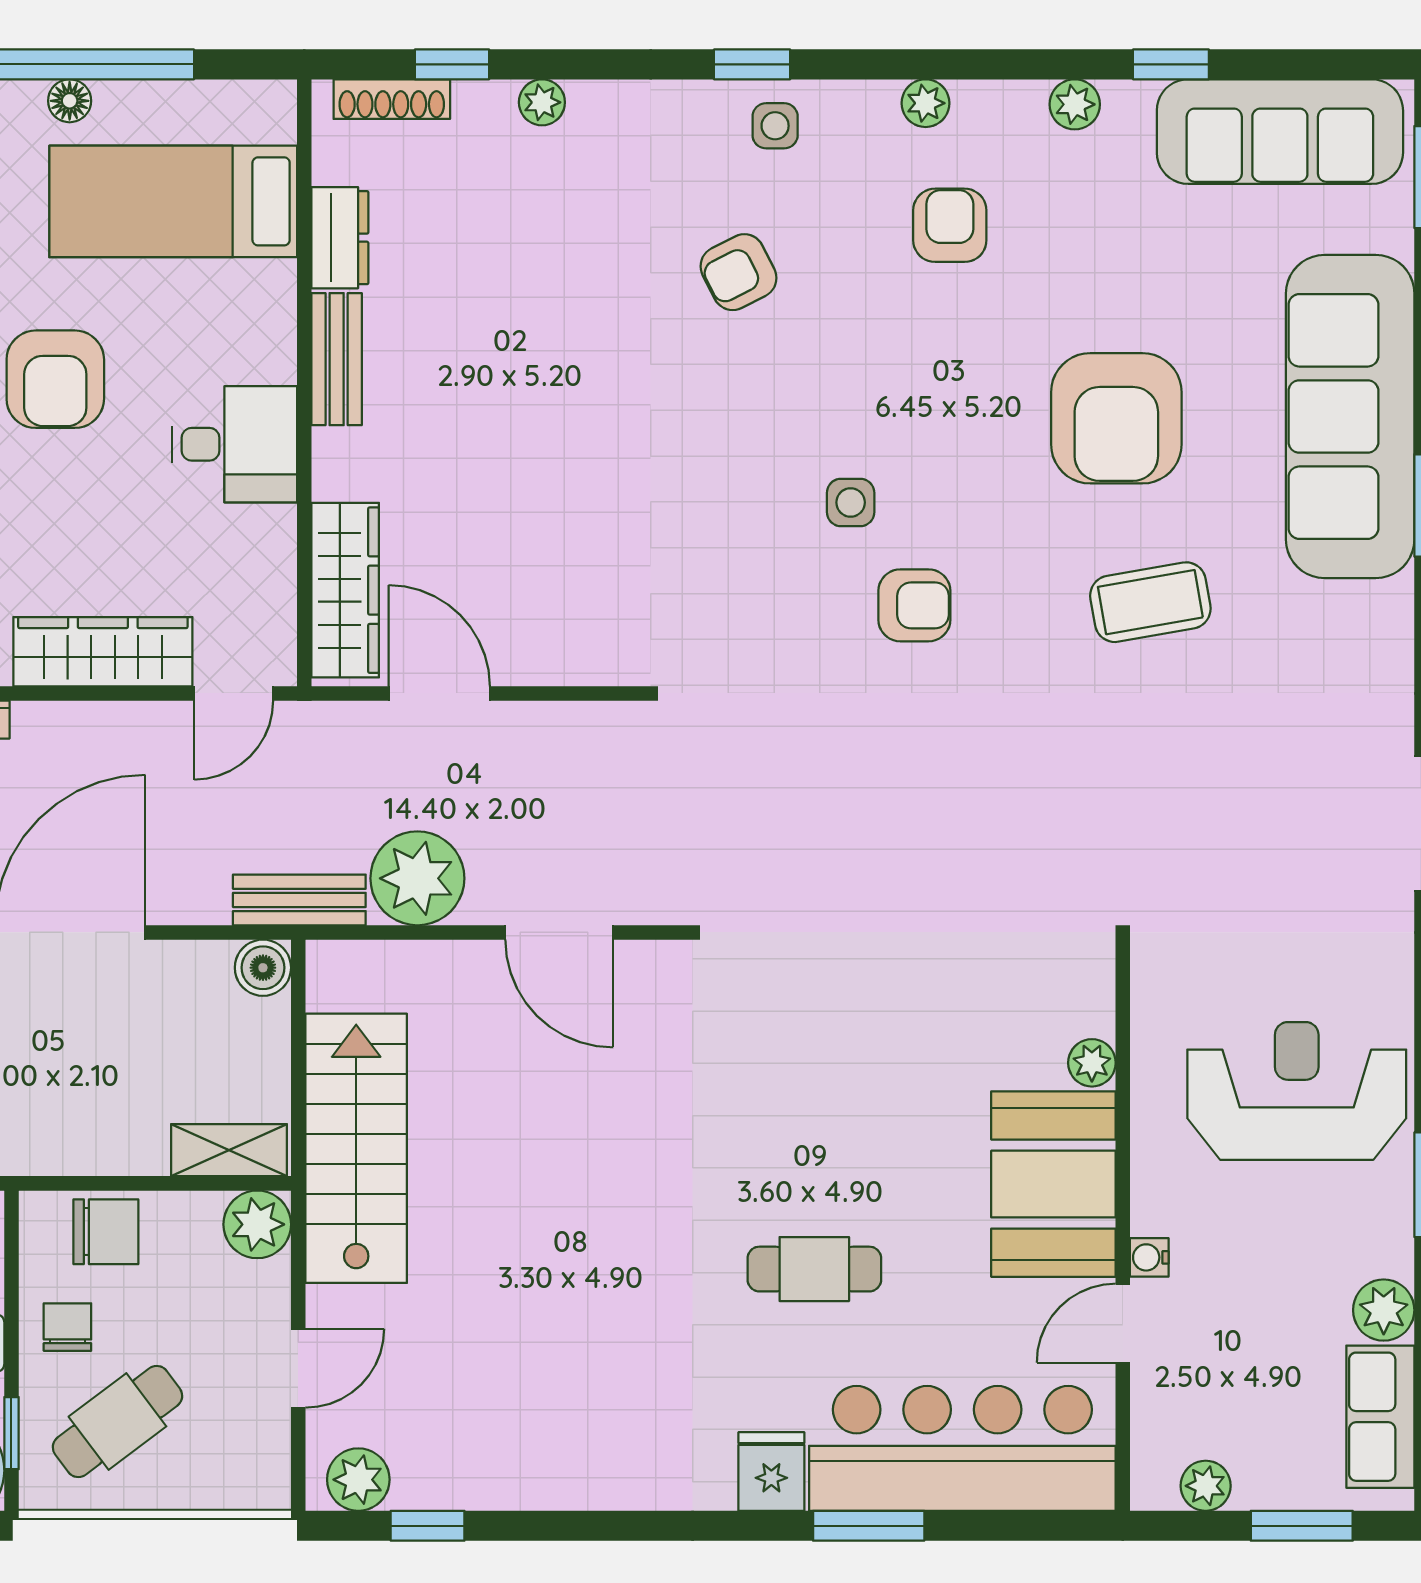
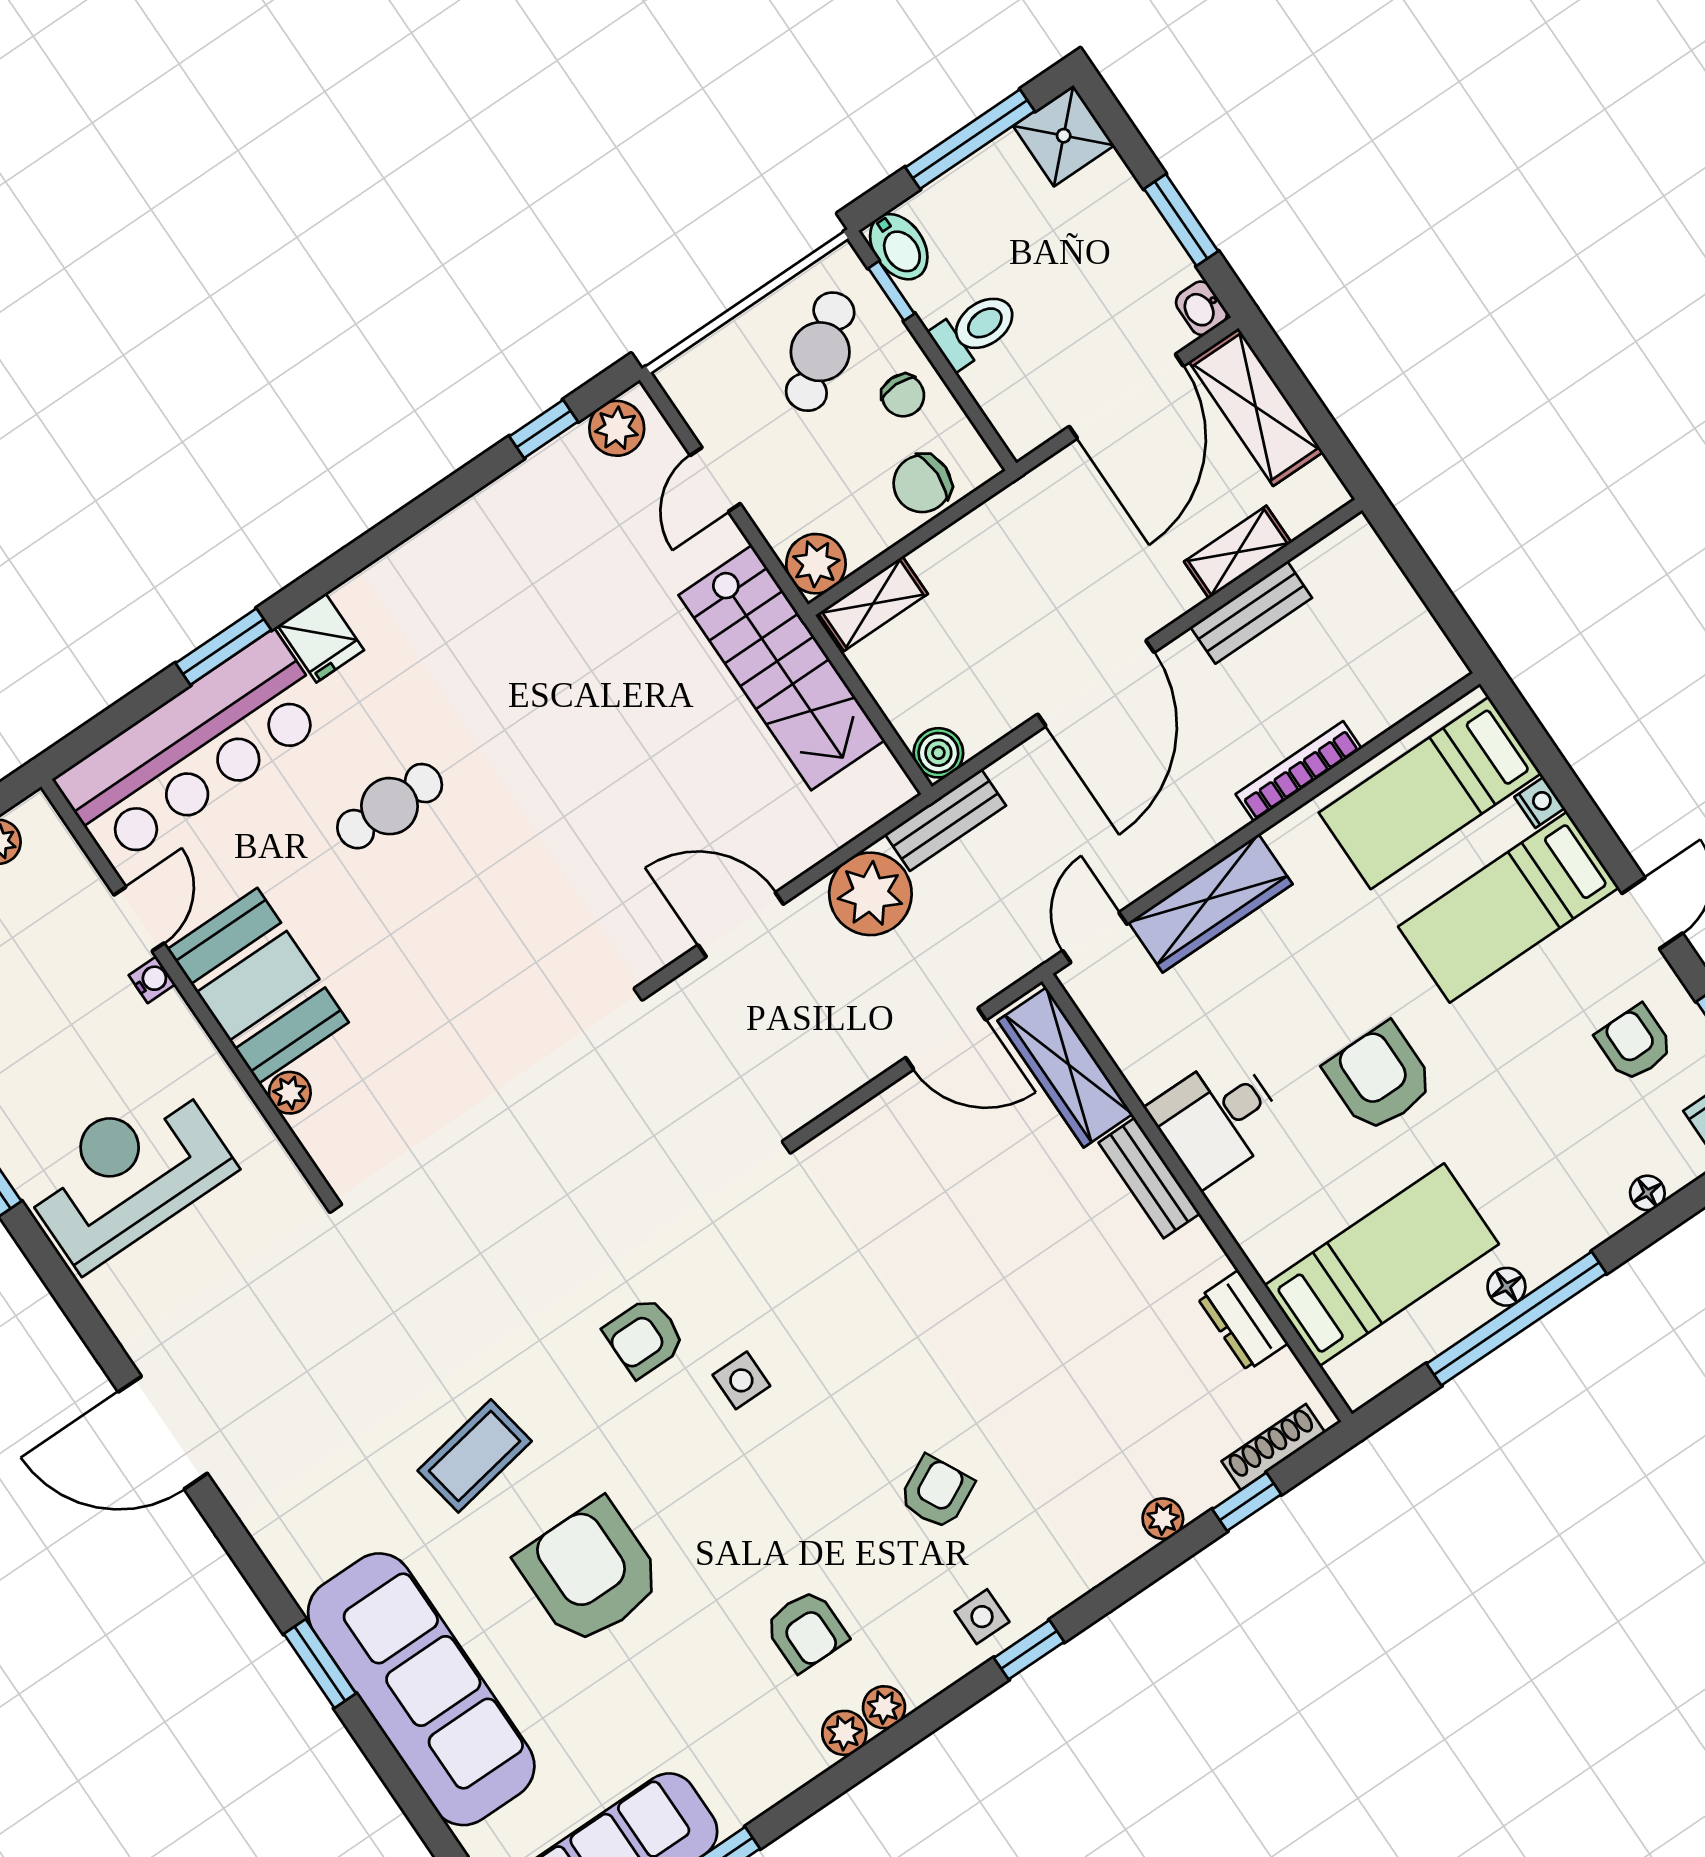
plant: (1075, 104) -> (844, 1733), moved
bench: (337, 359) -> (1149, 1178), moved
reception desk: (1297, 1091) -> (127, 1173), turned 180

